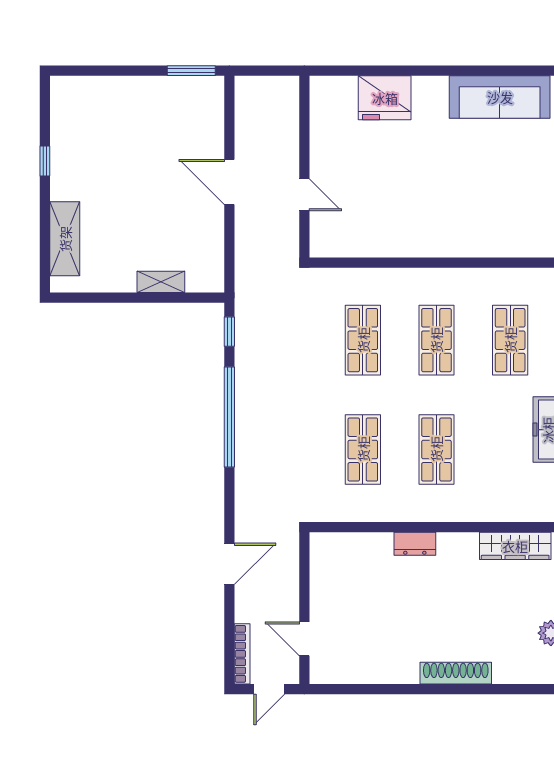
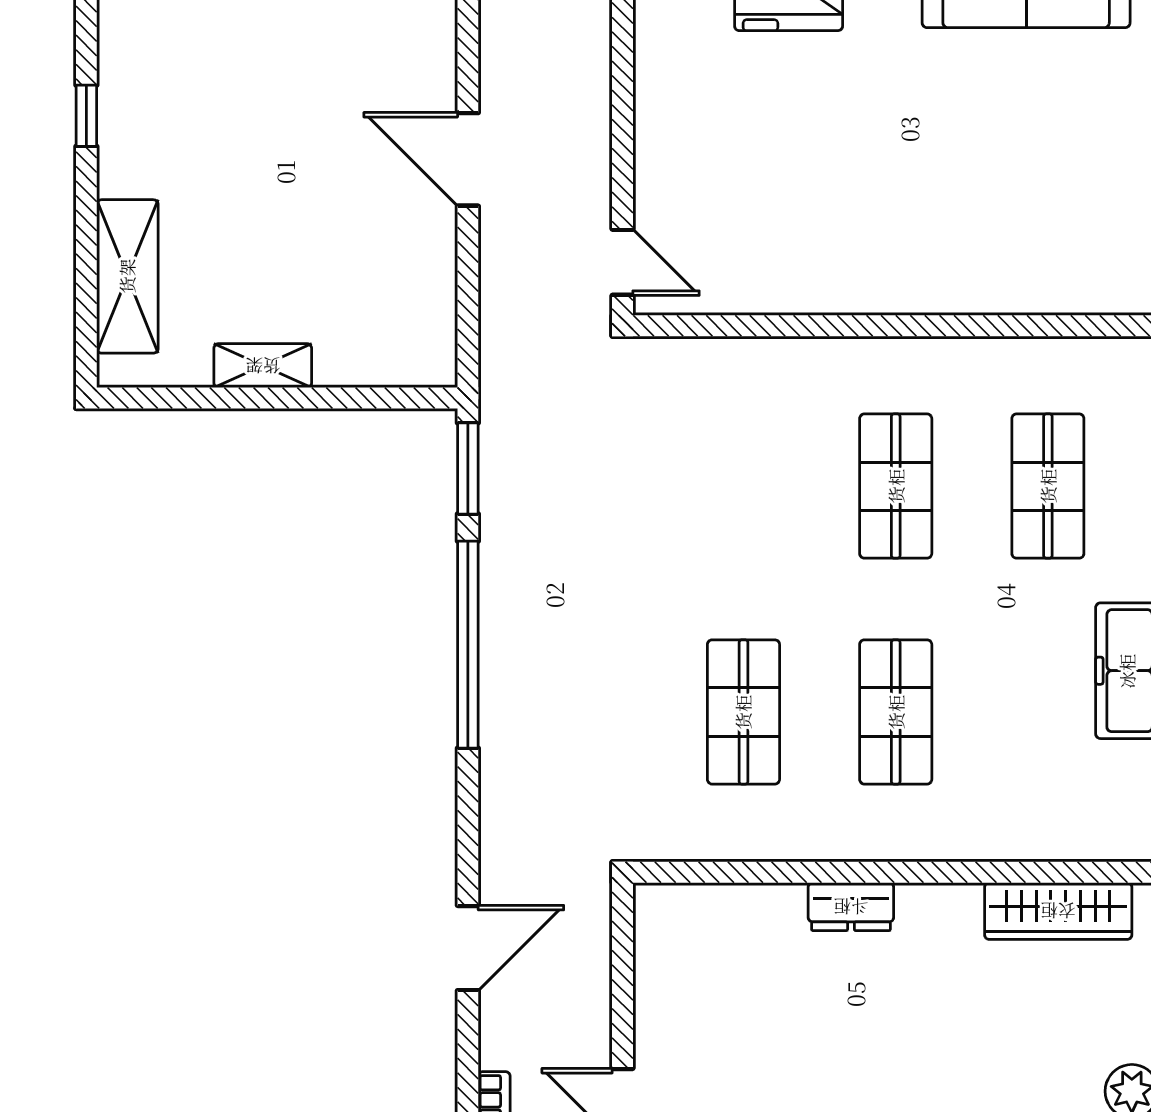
door: (304, 195) -> (622, 262), moved
shelving: (161, 282) -> (263, 366), moved
window: (229, 332) -> (468, 468), width x1.50
shop shelf: (363, 340) -> (743, 486), removed

